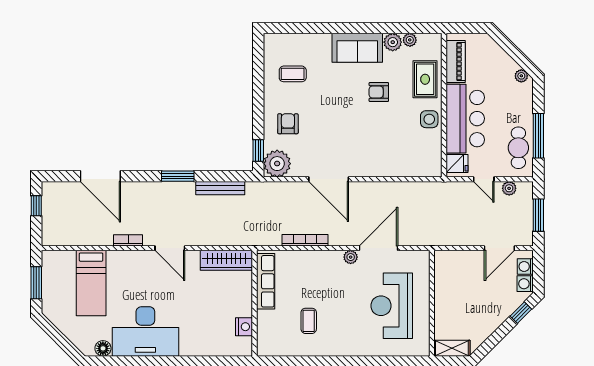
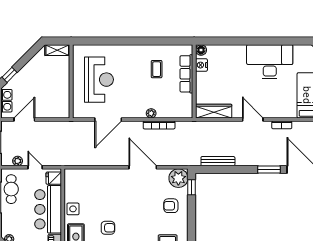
armchair: (288, 124) -> (171, 206), turned 90
window: (178, 176) -> (269, 169), moved
plant: (351, 257) -> (151, 113), moved
row of seats: (266, 281) -> (186, 74), moved
floor lamp: (103, 348) -> (201, 50), moved

